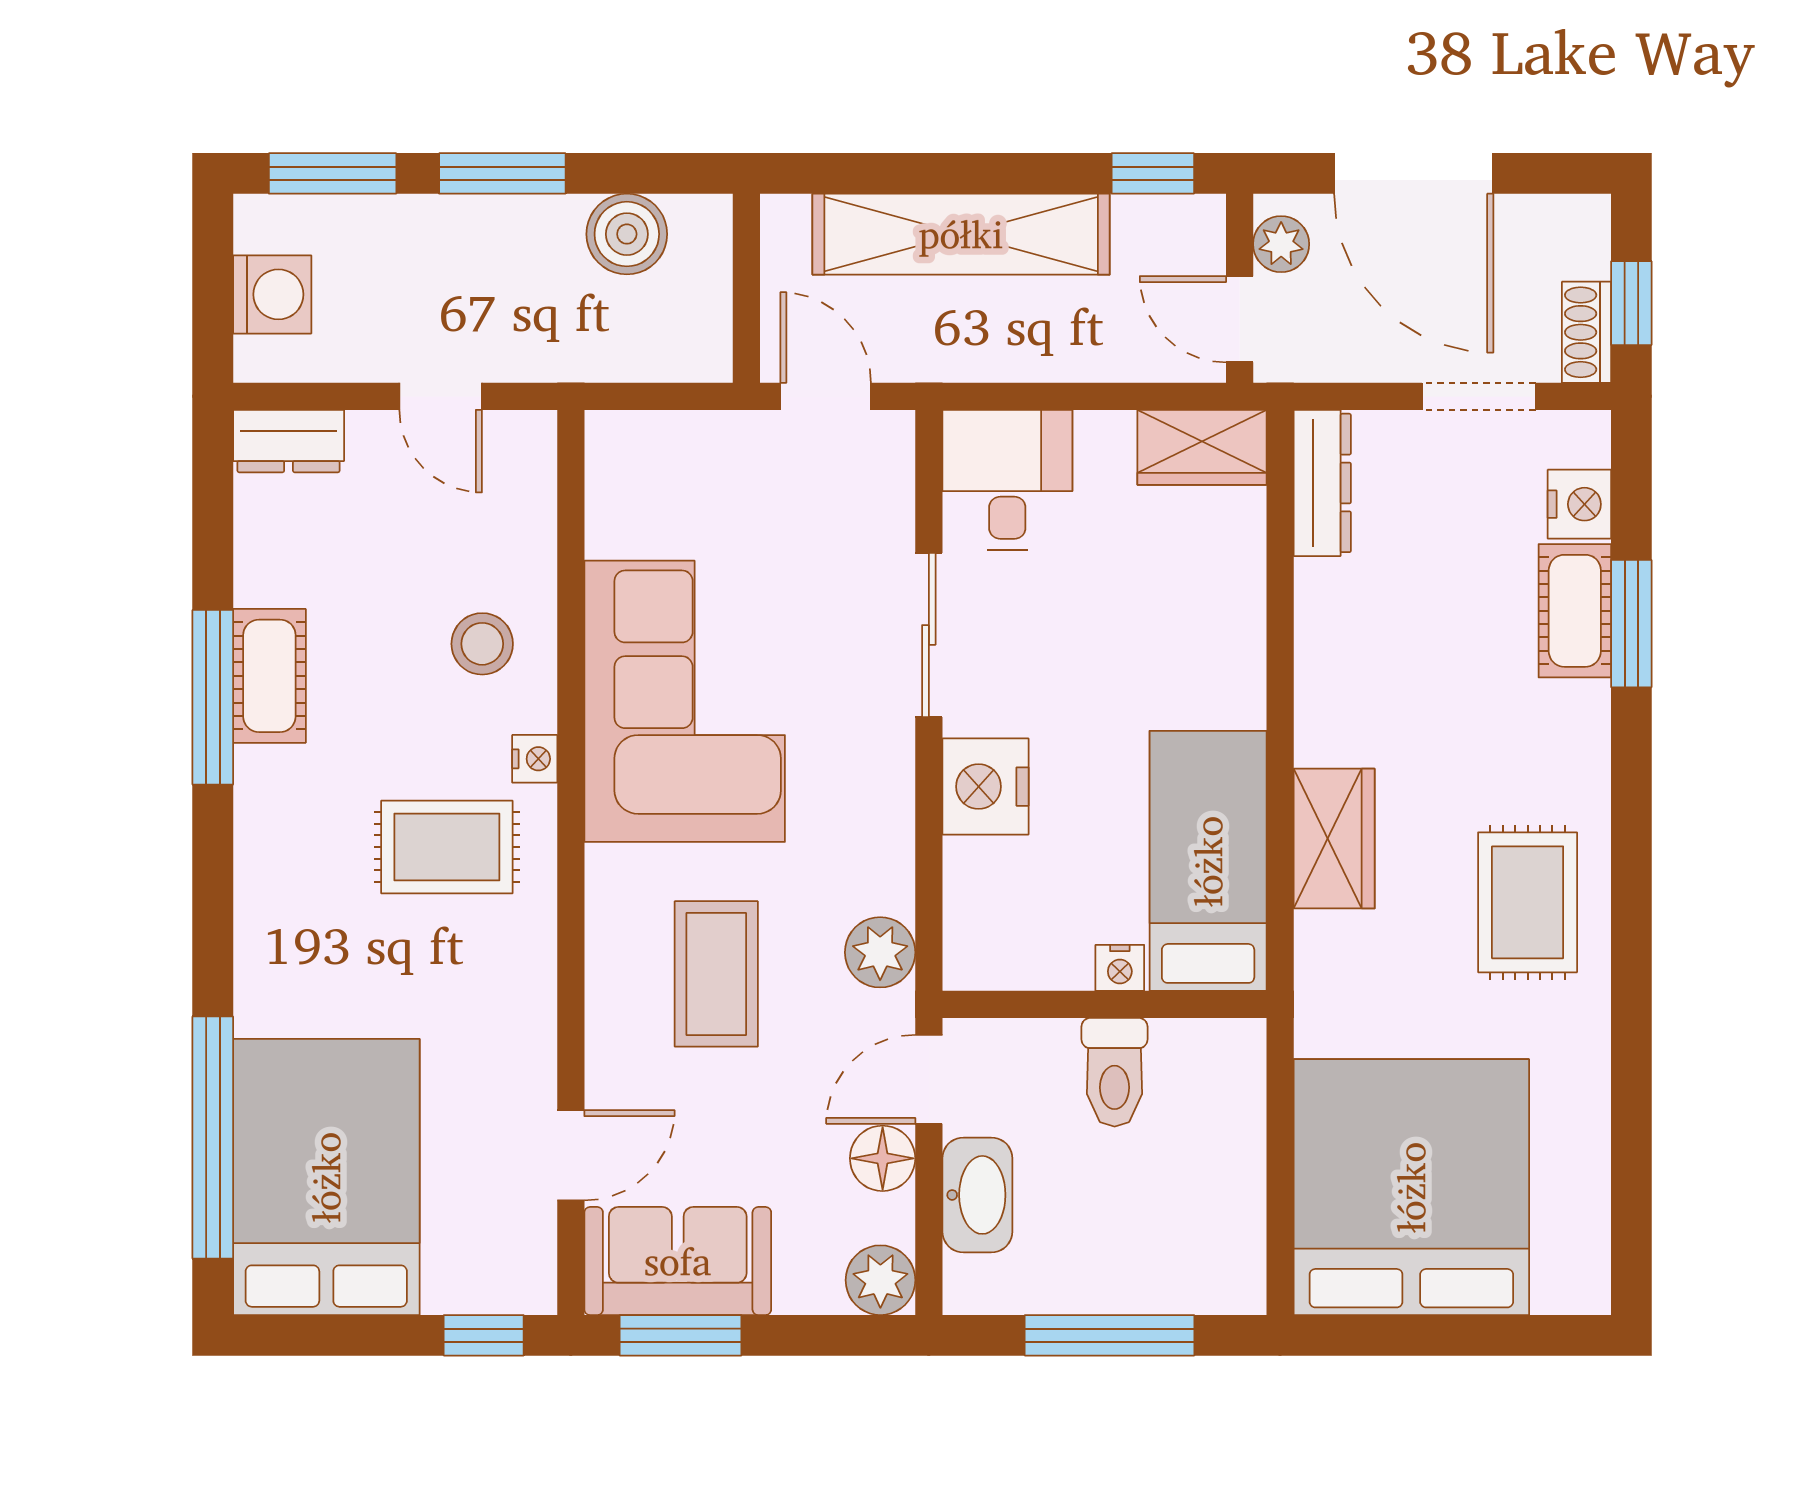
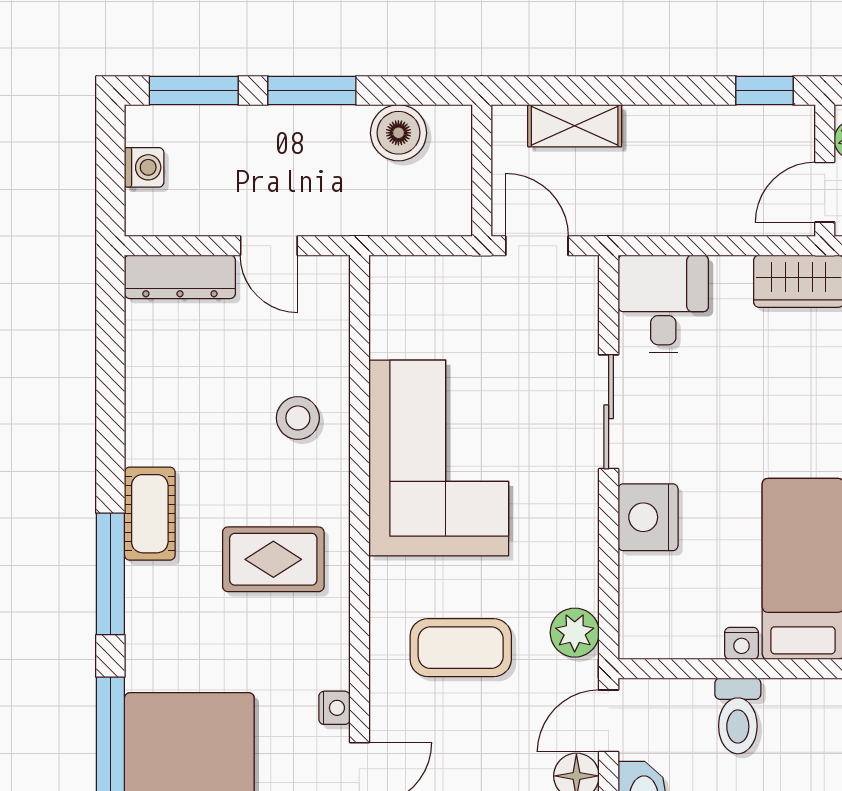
shelving: (961, 234) -> (575, 126), width x0.45, depth x0.75
washing machine: (272, 294) -> (144, 167), width x0.73, depth x0.73
door: (1240, 319) -> (825, 192), hinge flipped
dresser: (289, 441) -> (180, 277), width x1.44
cot: (269, 676) -> (150, 514), moved
window: (213, 697) -> (110, 574), moved
nightstand: (535, 759) -> (334, 708), moved
coffee table: (716, 974) -> (461, 648), turned 90

